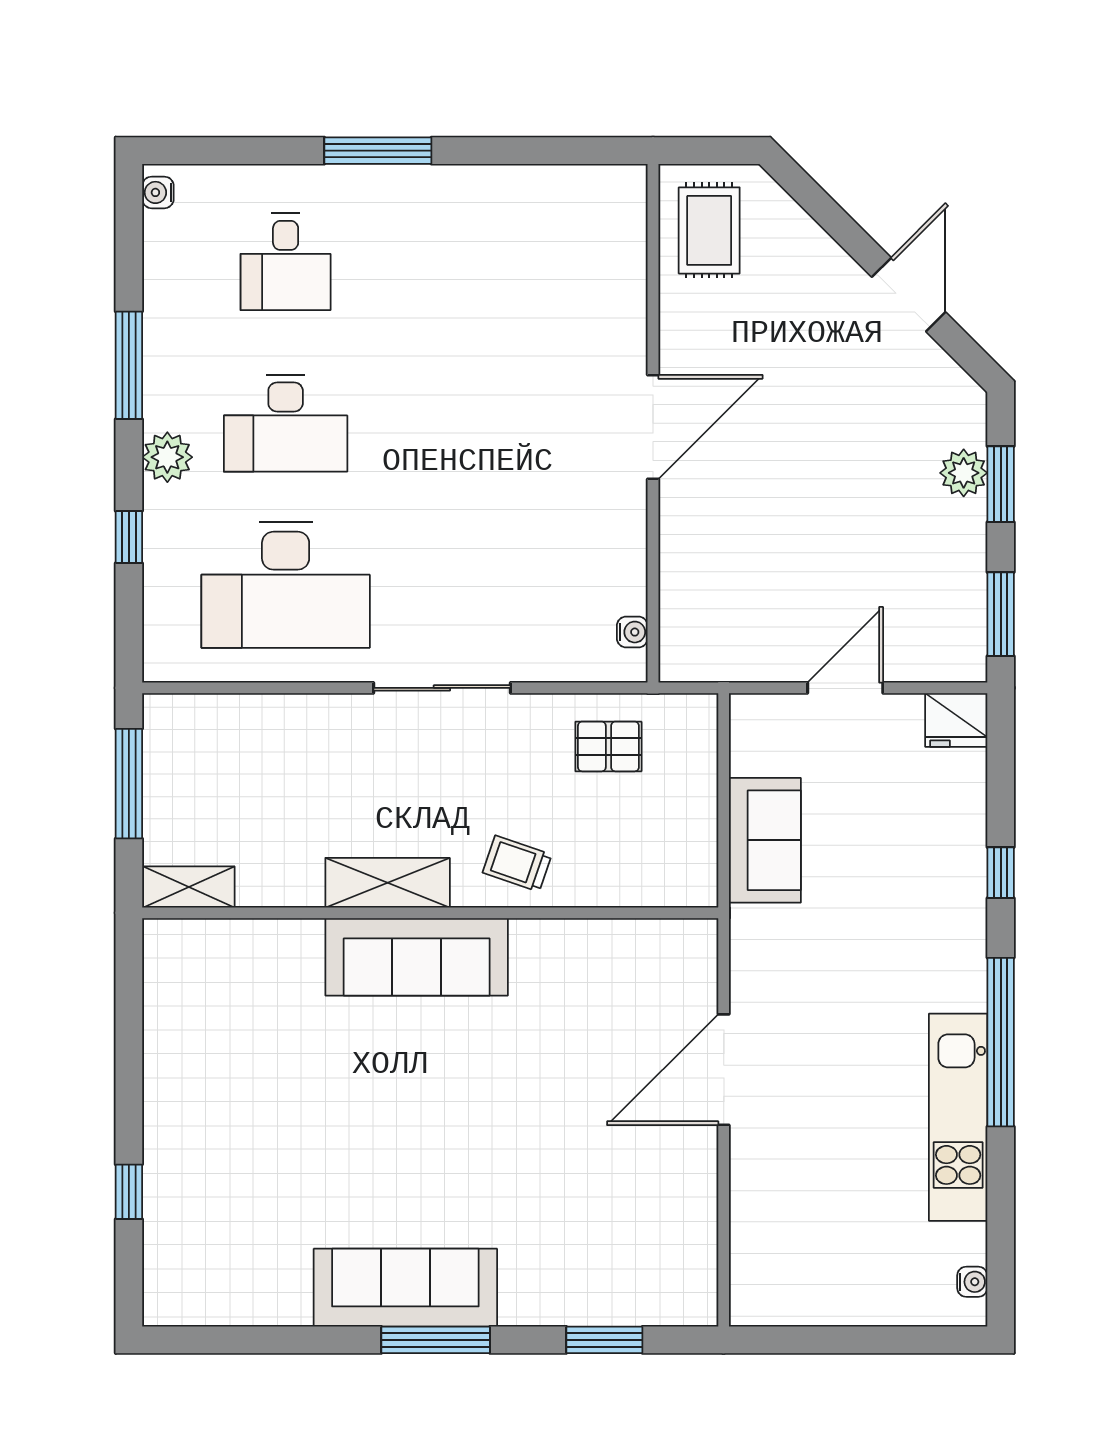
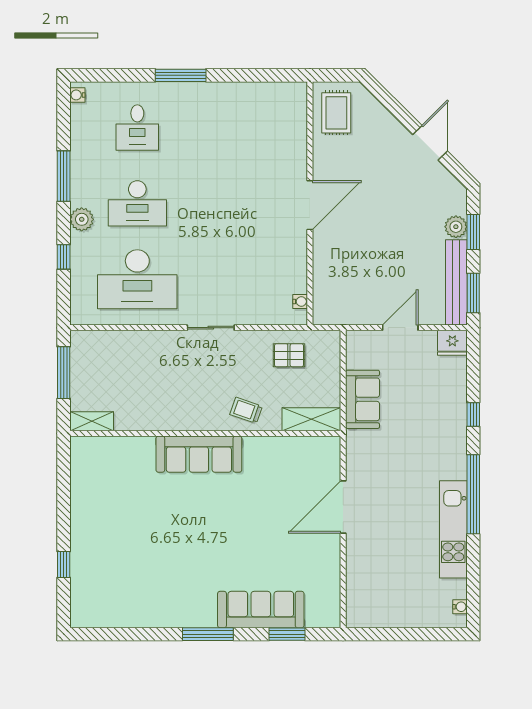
bench: (965, 591) -> (456, 282), added
sliding door: (442, 688) -> (211, 328), width x0.73
shelving: (388, 883) -> (311, 419), moved
sofa: (405, 1288) -> (261, 610), moved

